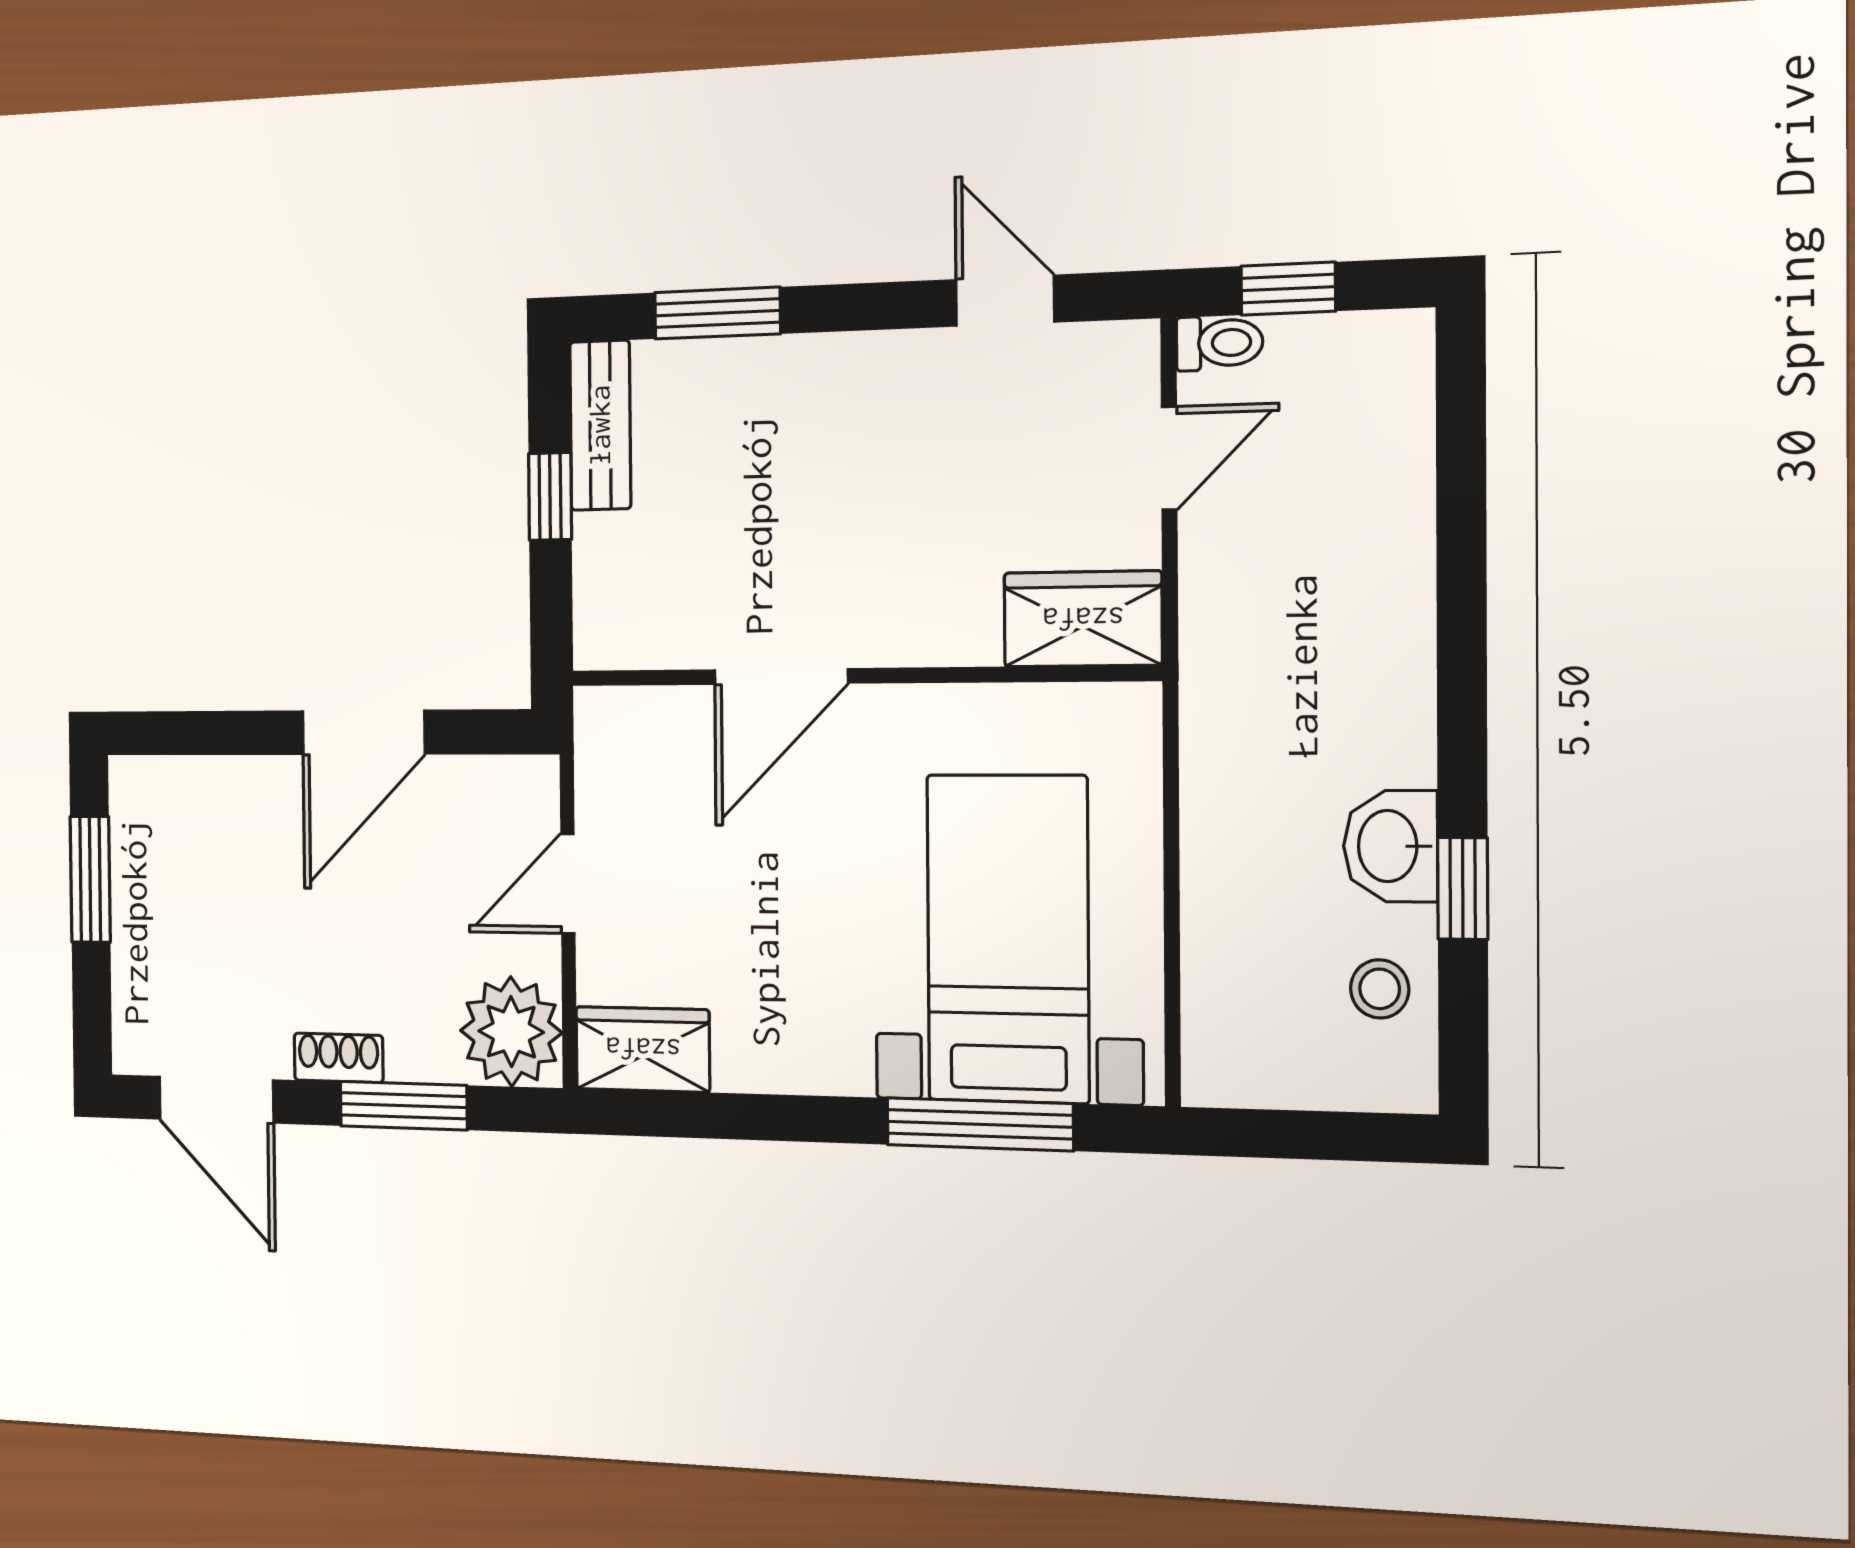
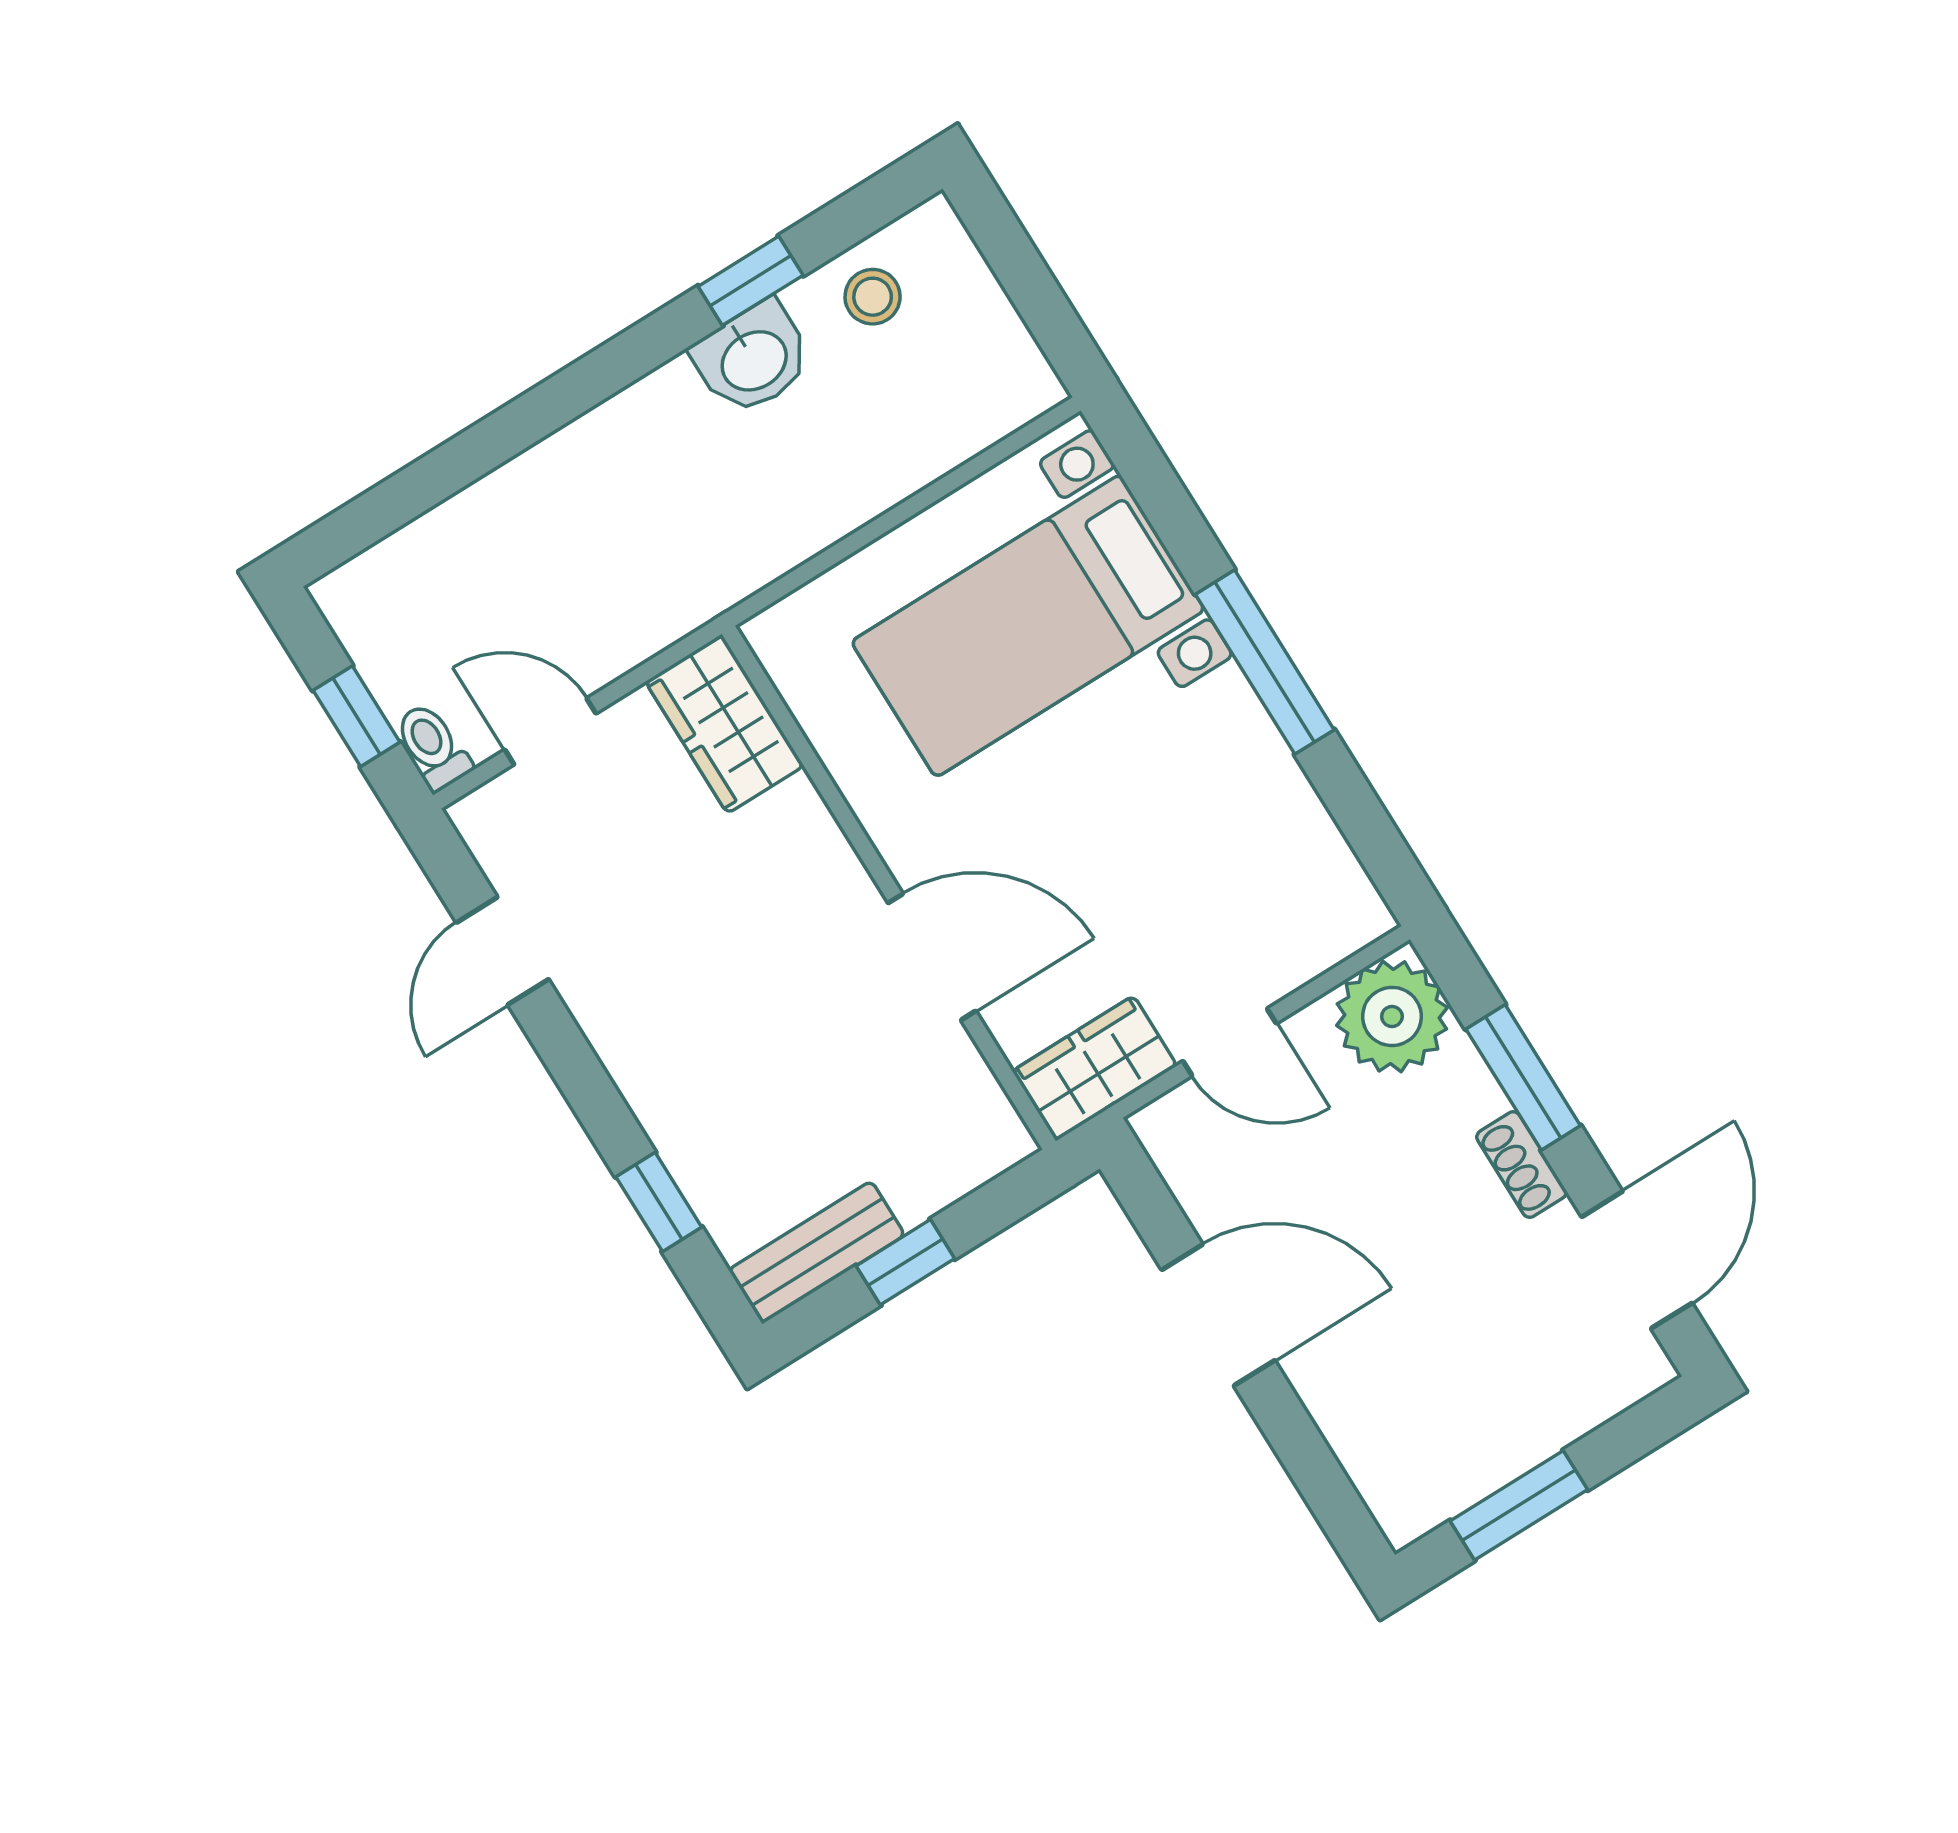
window: (717, 313) -> (659, 1202), width x0.67
wardrobe: (643, 1049) -> (1095, 1068), moved, turned 90
window: (980, 1124) -> (1265, 662), moved

